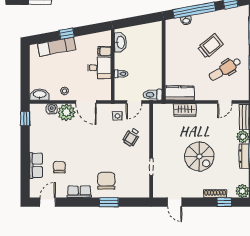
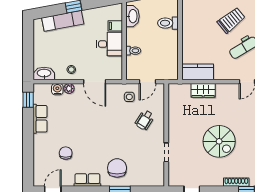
toilet: (153, 95) -> (168, 23), moved
plant: (66, 112) -> (69, 89), width x0.53, depth x0.53
row of seats: (36, 165) -> (40, 119), moved

